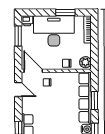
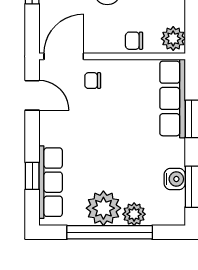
door: (33, 71) -> (64, 56), hinge flipped
row of seats: (85, 98) -> (173, 98), width x0.73

